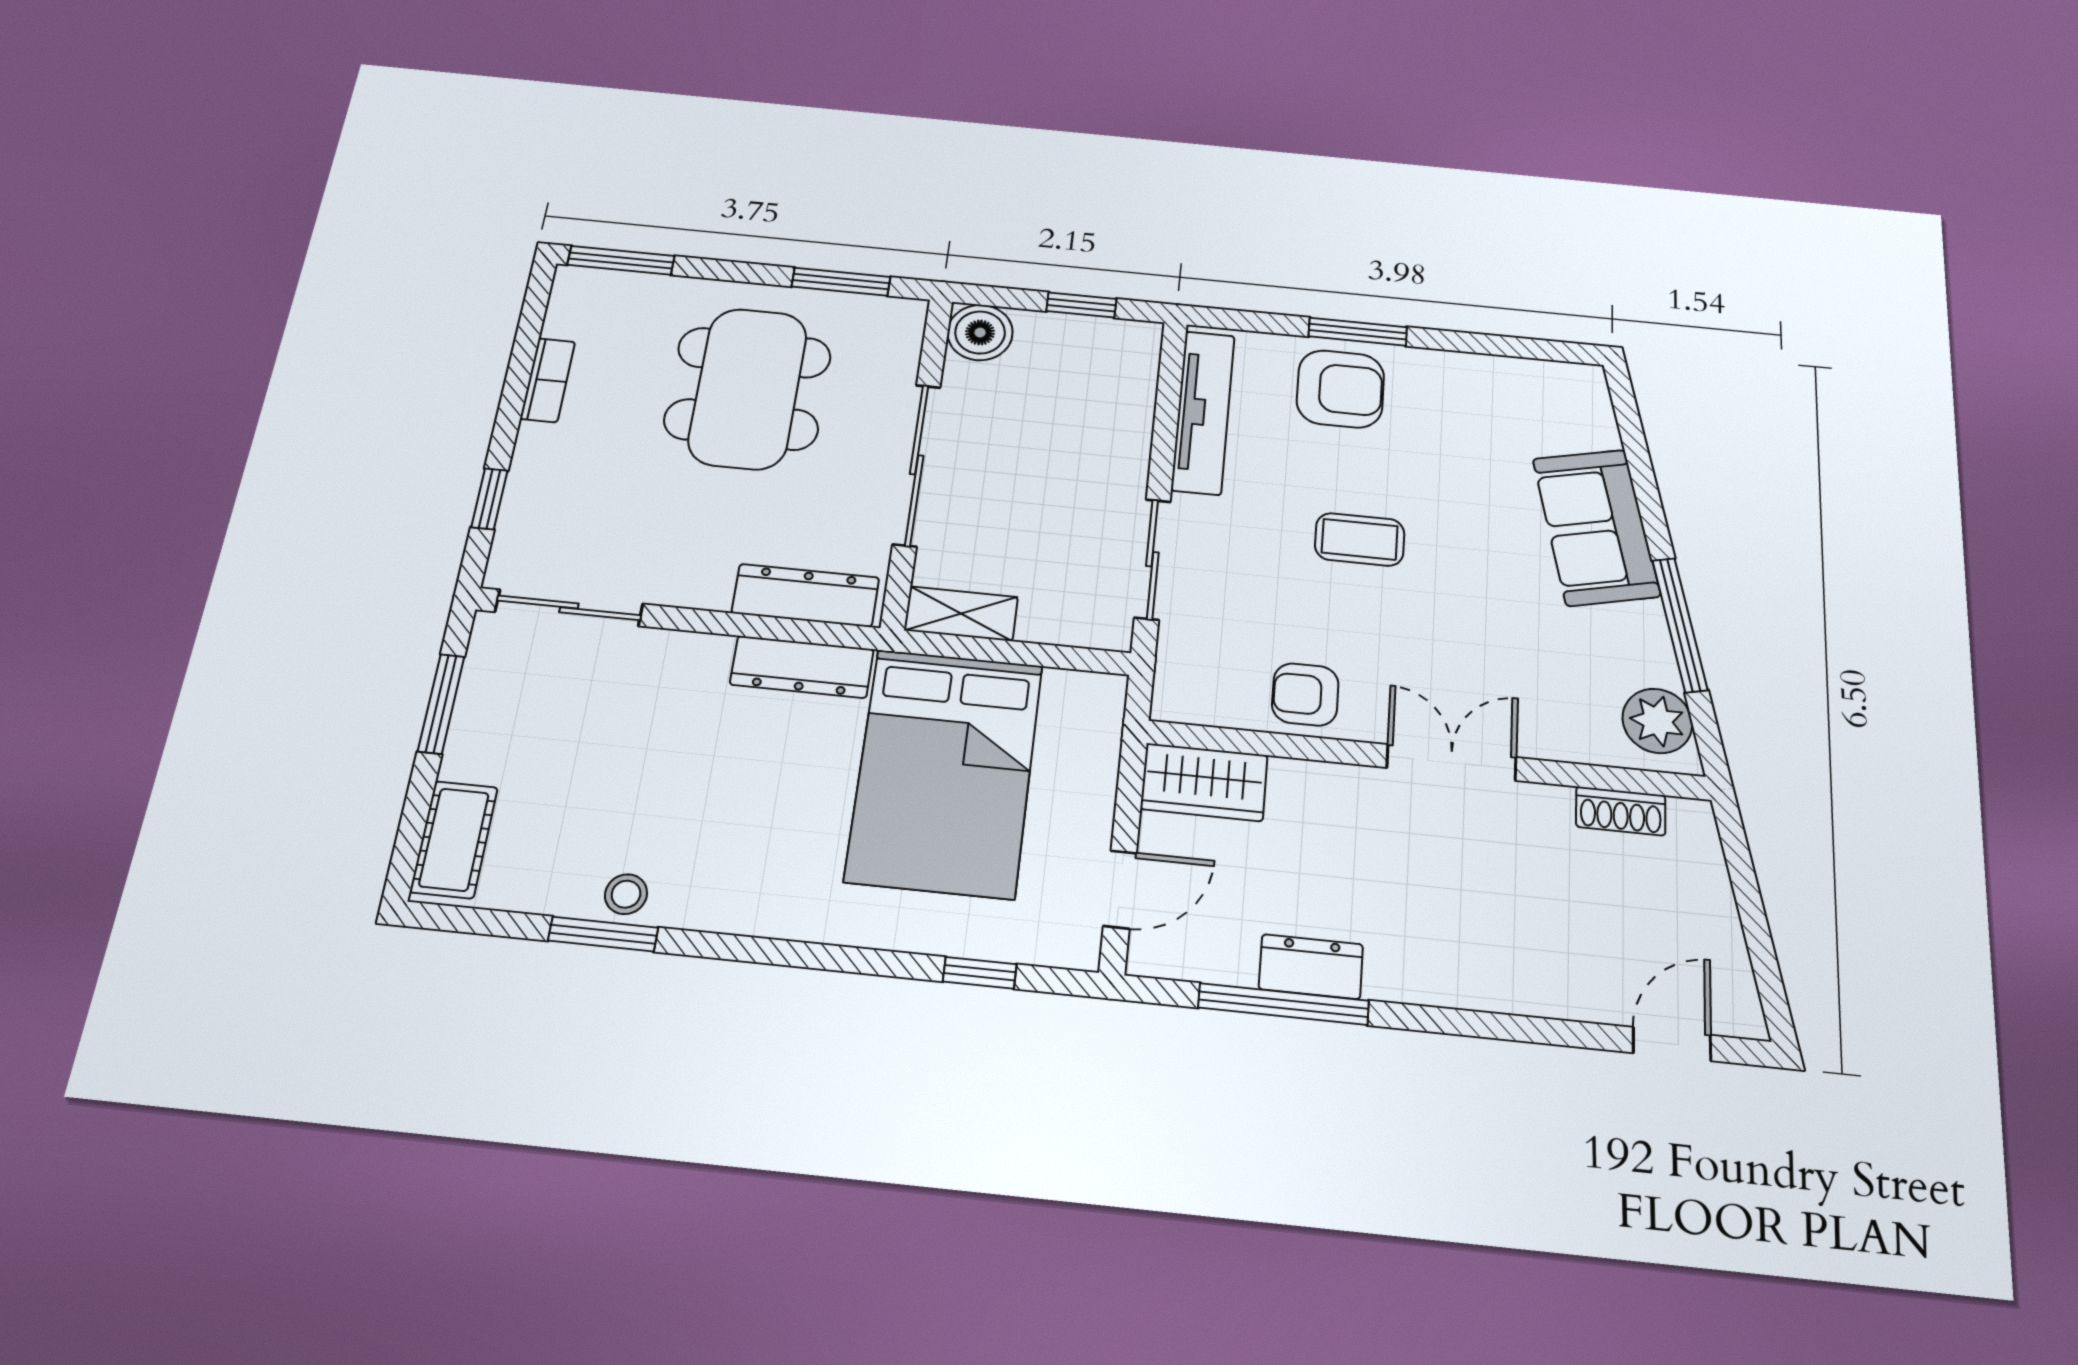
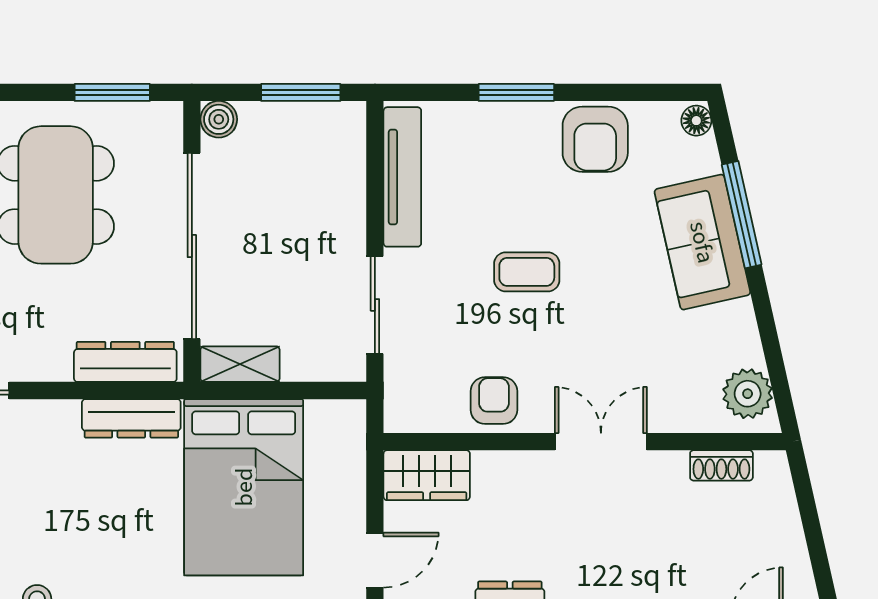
window: (1081, 305) -> (301, 92), width x1.50
boiler: (980, 332) -> (219, 119), width x0.73, depth x0.73
floor lamp: (1589, 386) -> (696, 121), added
armchair: (1340, 389) -> (595, 139), moved, turned 90
sliding door: (917, 465) -> (192, 246), width x1.36
window: (1680, 625) -> (742, 215), moved
armchair: (1305, 694) -> (494, 401), turned 90

